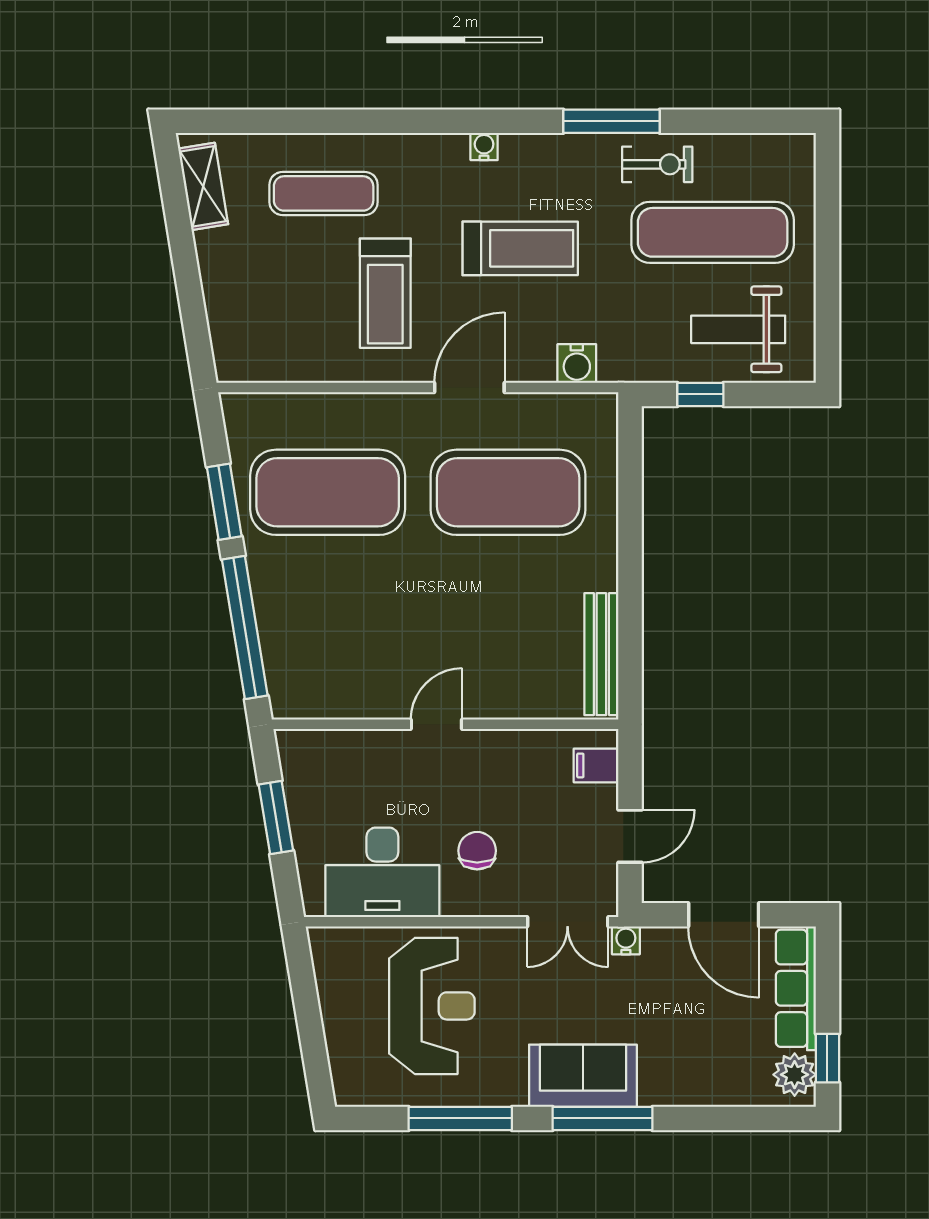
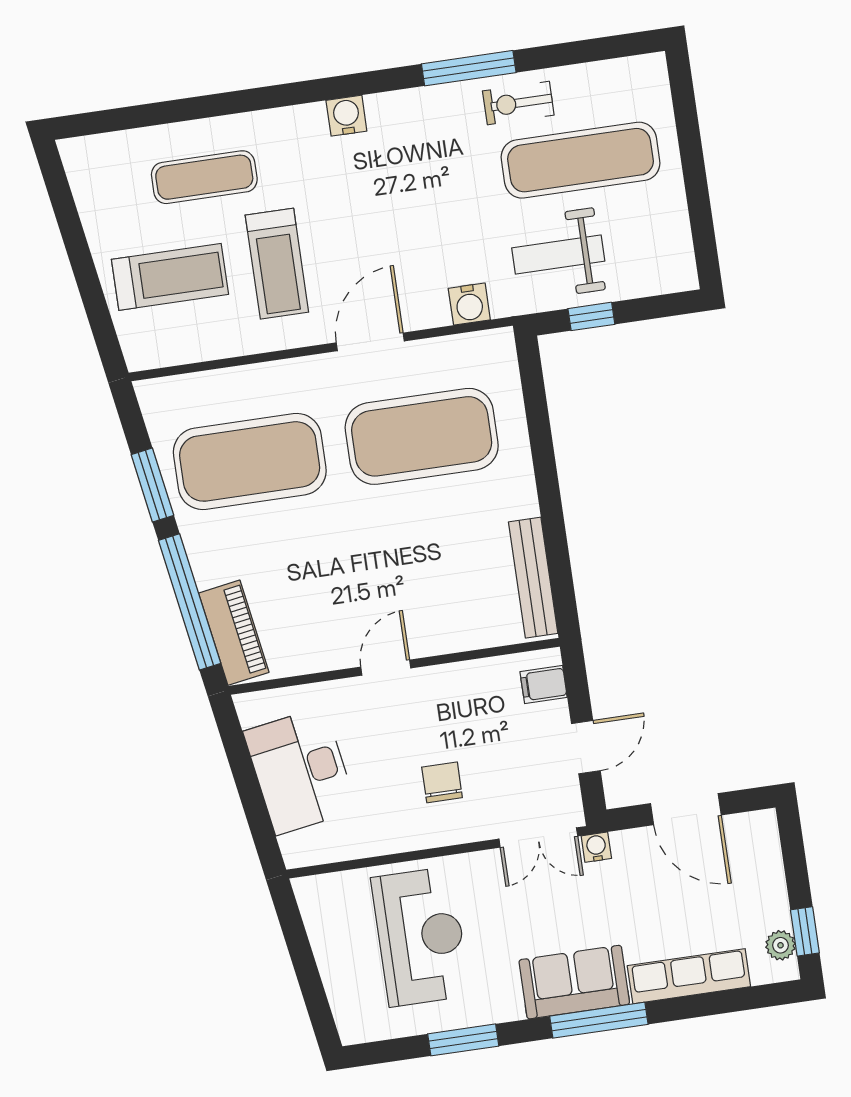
water cooler: (484, 146) -> (346, 116), width x1.38, depth x1.38
exercise bike: (657, 164) -> (518, 103), turned 180
shelving: (203, 186) -> (89, 187), removed
treadmill: (520, 248) -> (170, 277), moved
weight bench: (738, 329) -> (558, 255), moved
piano: (286, 666) -> (234, 633), added
window: (276, 817) -> (246, 779), removed
desk: (382, 872) -> (300, 771), moved, turned 81
row of seats: (796, 988) -> (689, 976), moved, turned 90
plant: (795, 1075) -> (780, 945), width x0.73, depth x0.73
window: (460, 1118) -> (463, 1040), width x0.69

